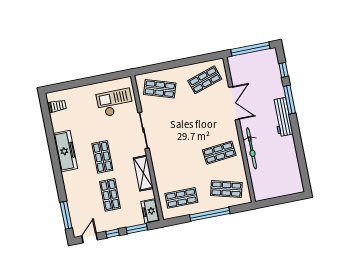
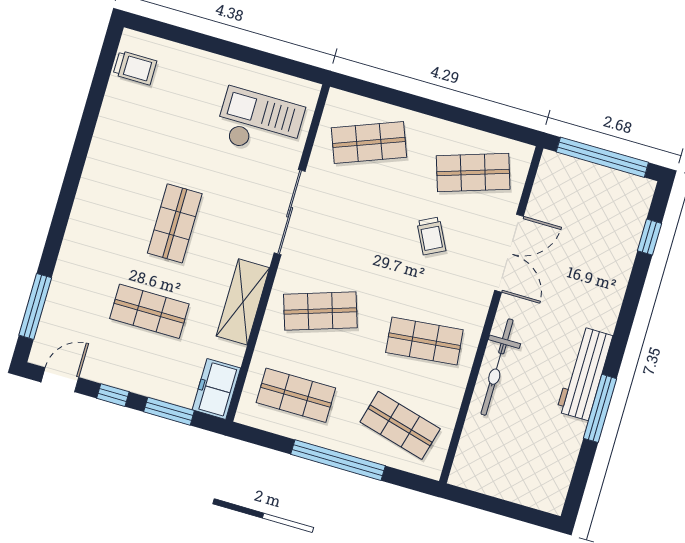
shop shelf: (160, 89) -> (369, 142), turned -39
window: (289, 100) -> (600, 408), moved
trolley: (201, 112) -> (431, 236), added
workbench: (282, 117) -> (585, 374), moved
freezer: (65, 151) -> (103, 171), removed
shop shelf: (174, 162) -> (320, 311), added
shop shelf: (110, 195) -> (149, 311), turned 90

